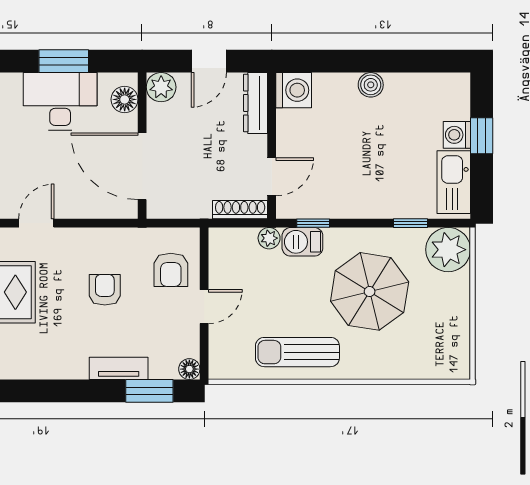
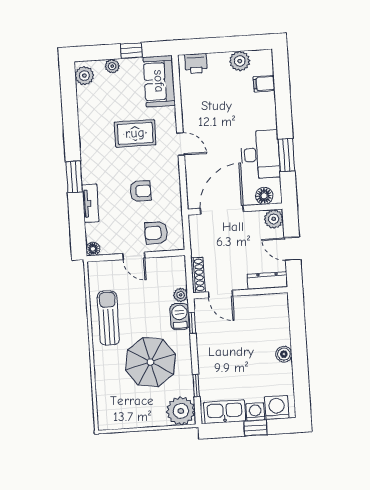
washing machine: (294, 90) -> (277, 408), moved, turned 180
window: (149, 391) -> (74, 177), moved

